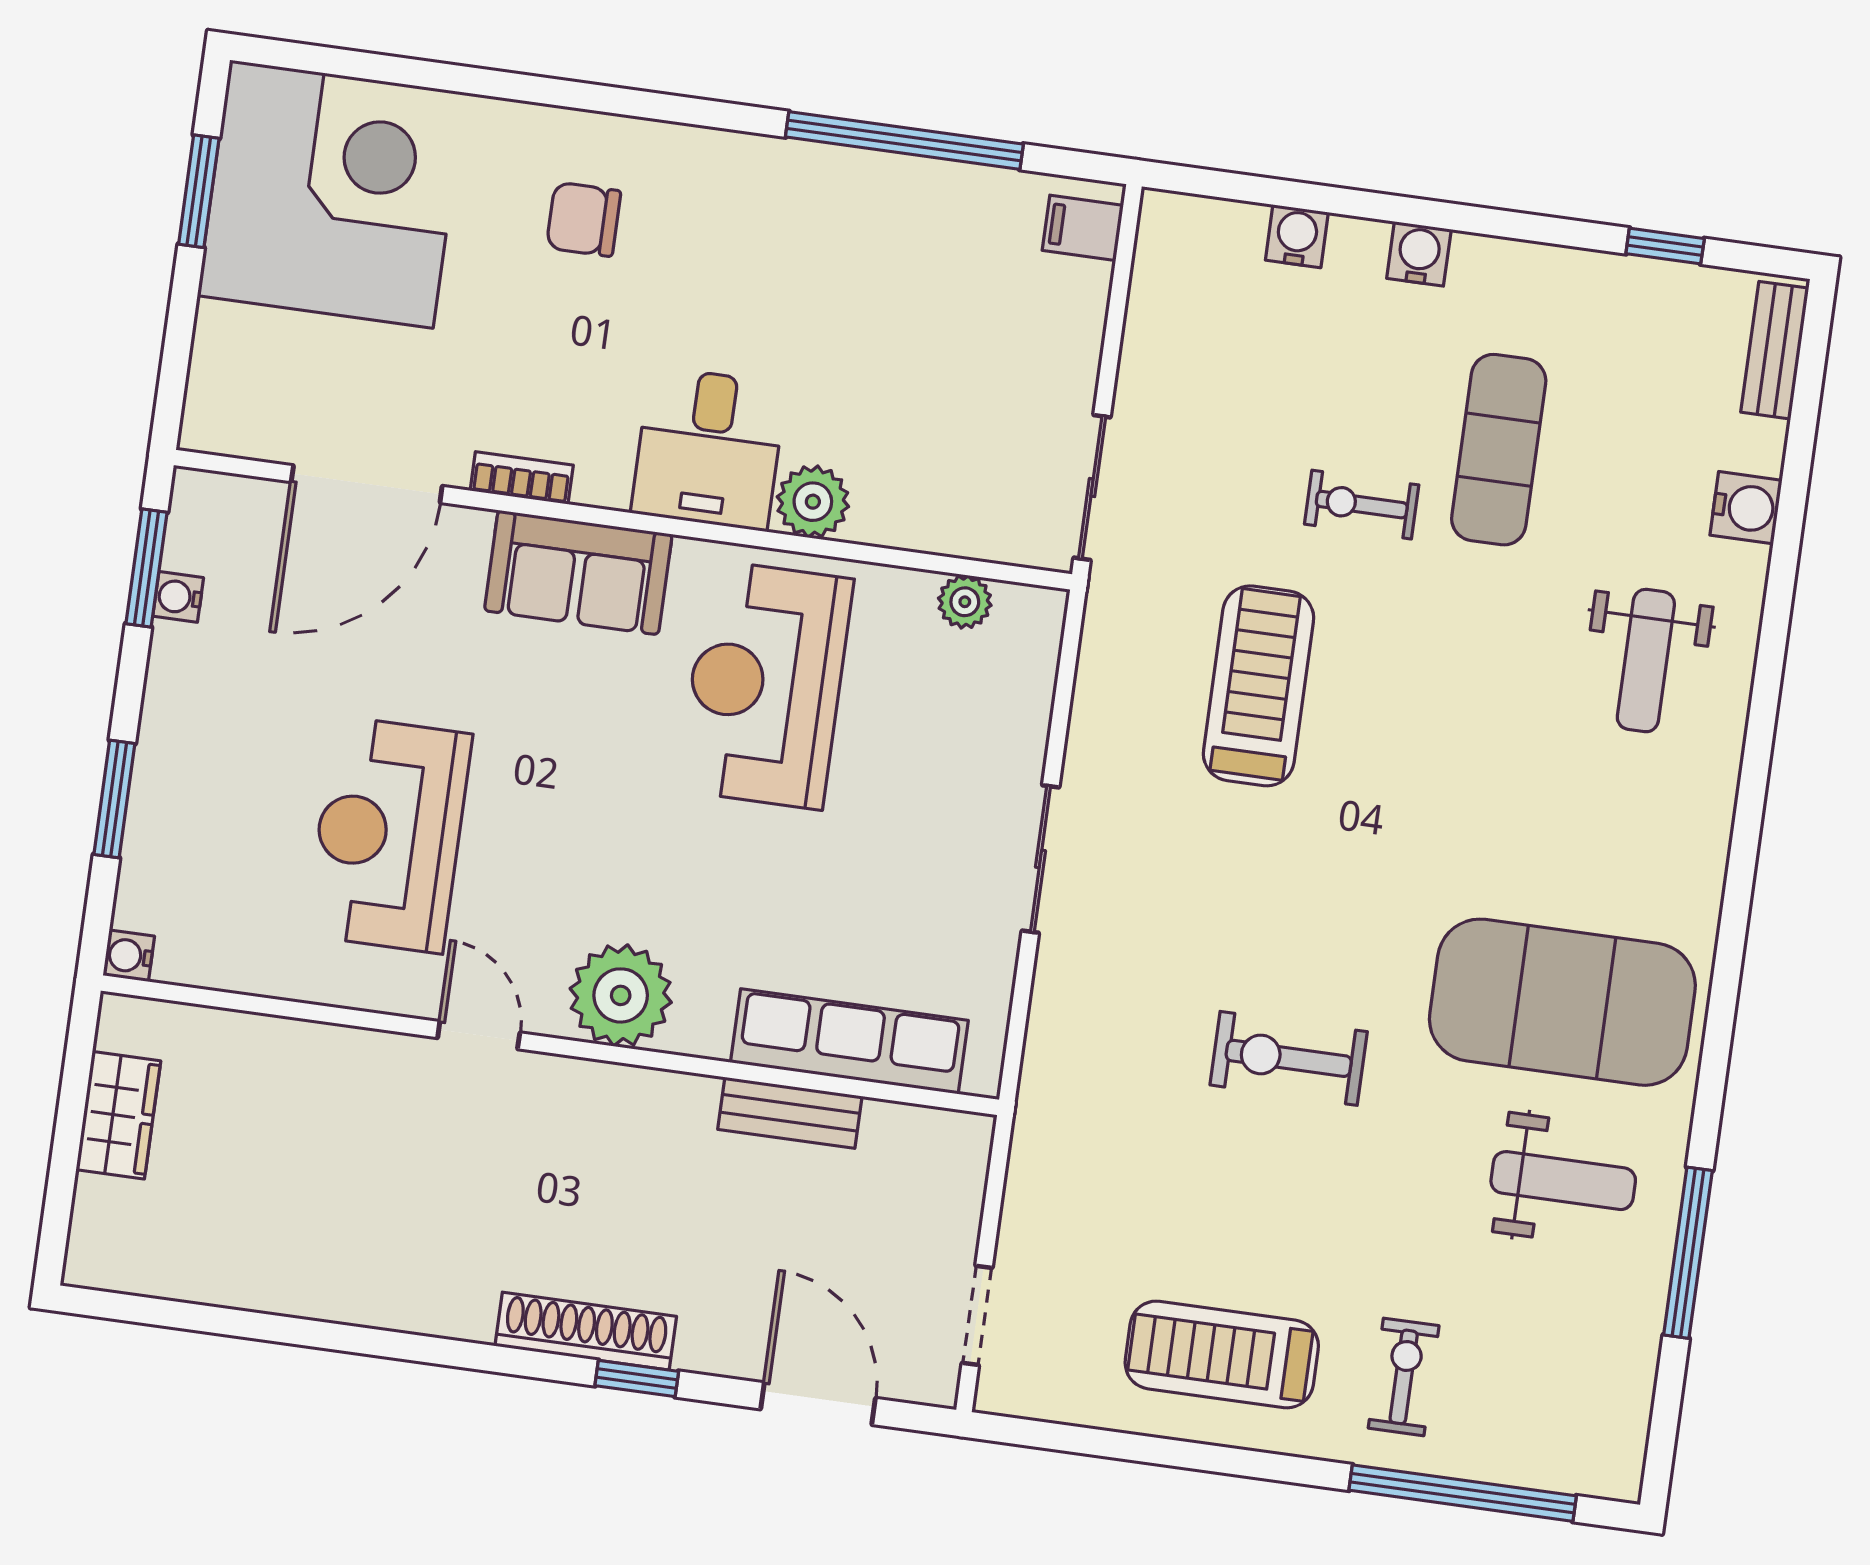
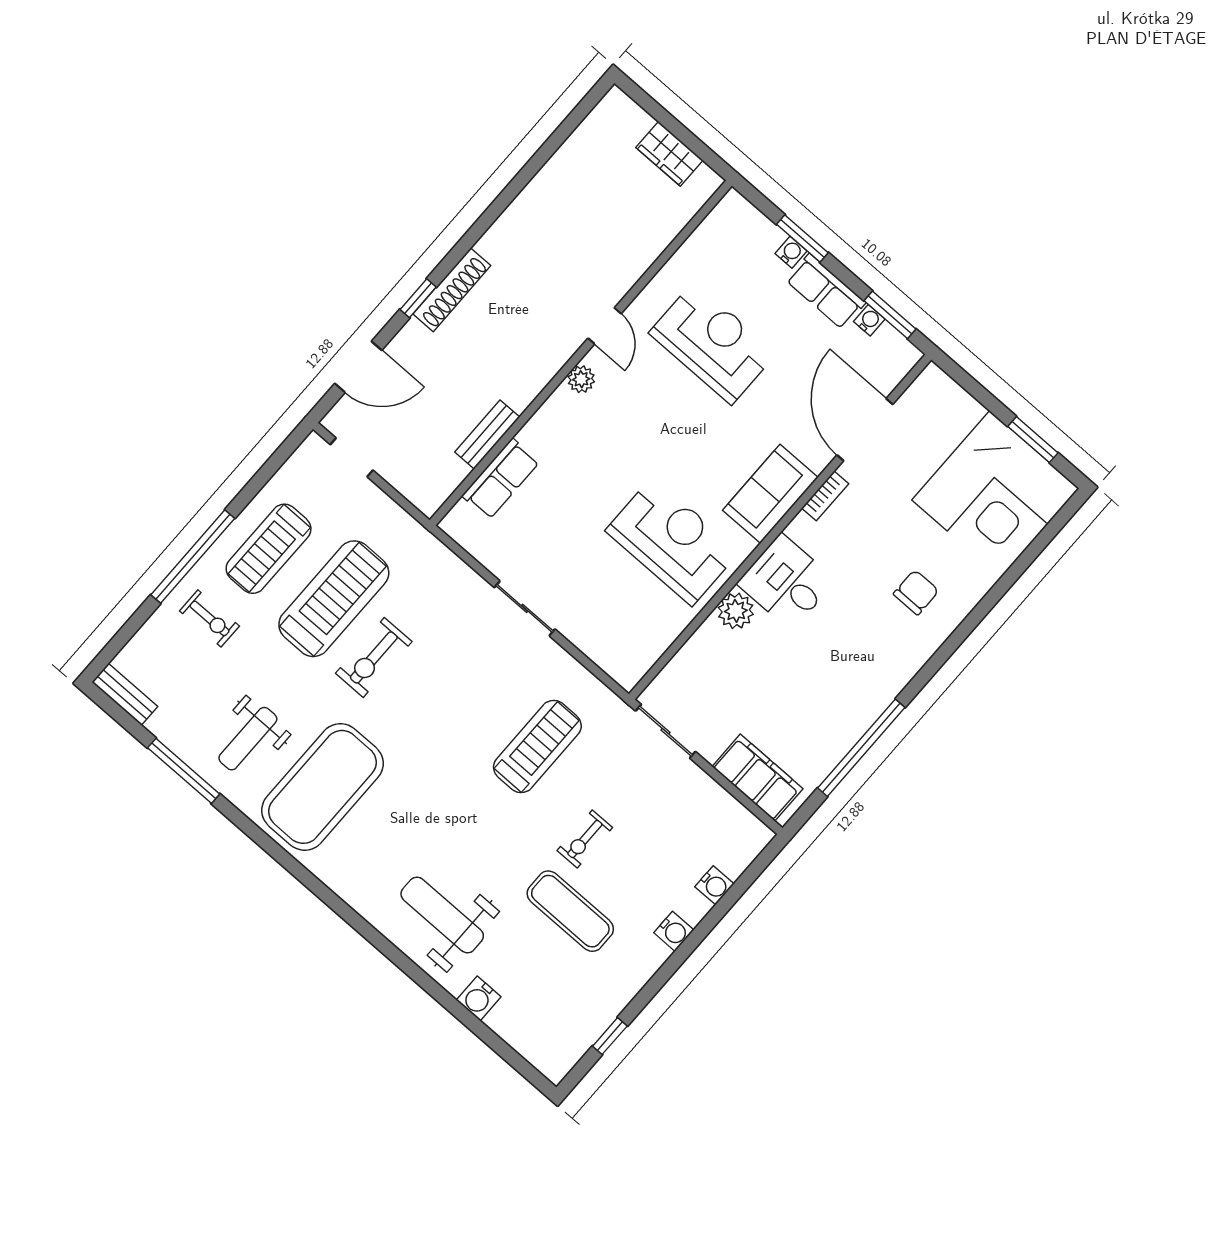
filing cabinet: (1083, 228) -> (757, 778), width x3.00, depth x1.17
bench: (1775, 350) -> (125, 694), moved
exercise bike: (1362, 505) -> (585, 839), turned 180
plant: (965, 602) -> (653, 647), removed
weight bench: (1646, 661) -> (442, 915), width x1.36, depth x1.33
treadmill: (1258, 686) -> (537, 747), turned -90
row of seats: (178, 702) -> (826, 291), added
water cooler: (129, 956) -> (791, 252), moved
plant: (621, 995) -> (581, 379), width x0.53, depth x0.53
door: (479, 1035) -> (604, 326), hinge flipped
row of seats: (849, 1041) -> (501, 479), width x0.68
exercise bike: (1289, 1058) -> (374, 657), turned 180
treadmill: (1234, 1190) -> (334, 599), added
treadmill: (1222, 1354) -> (269, 549), turned 180
window: (1463, 1493) -> (193, 557), moved

